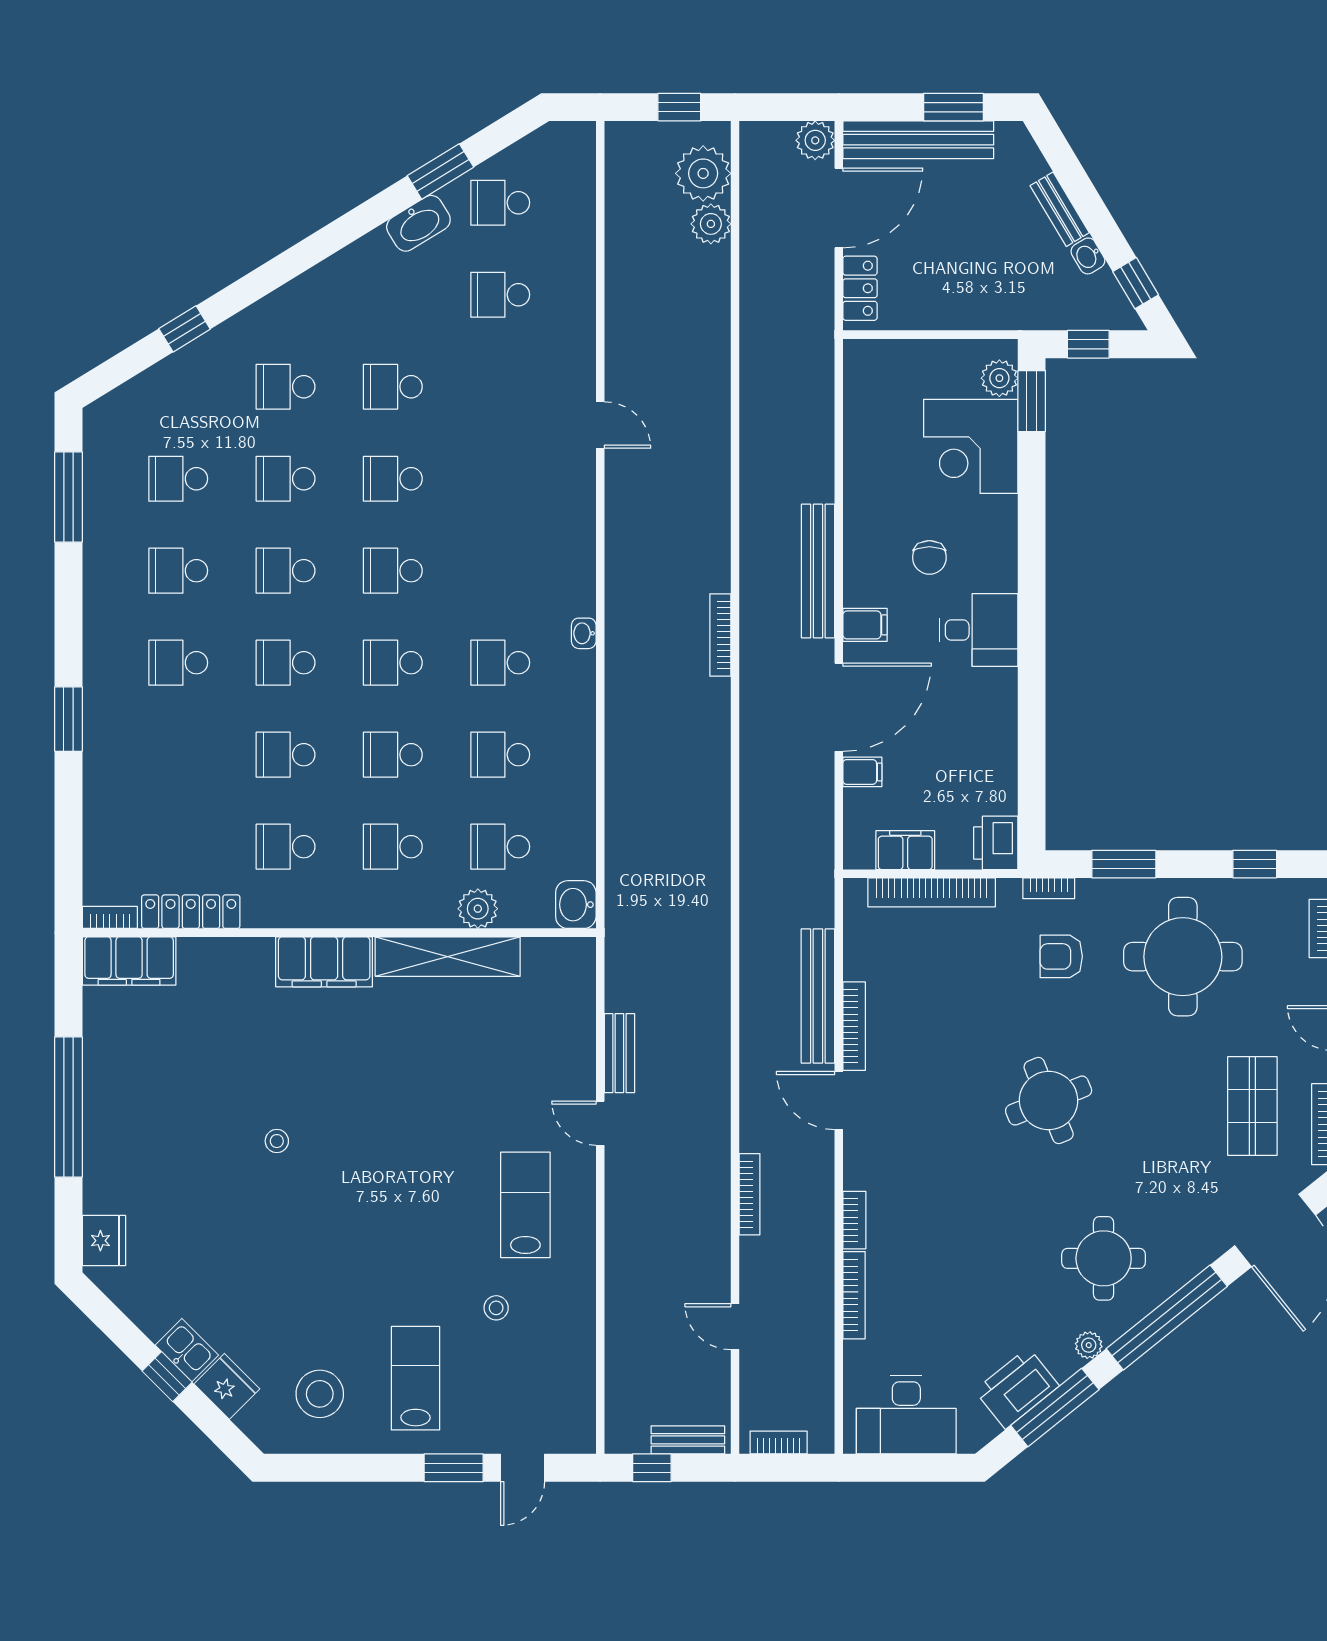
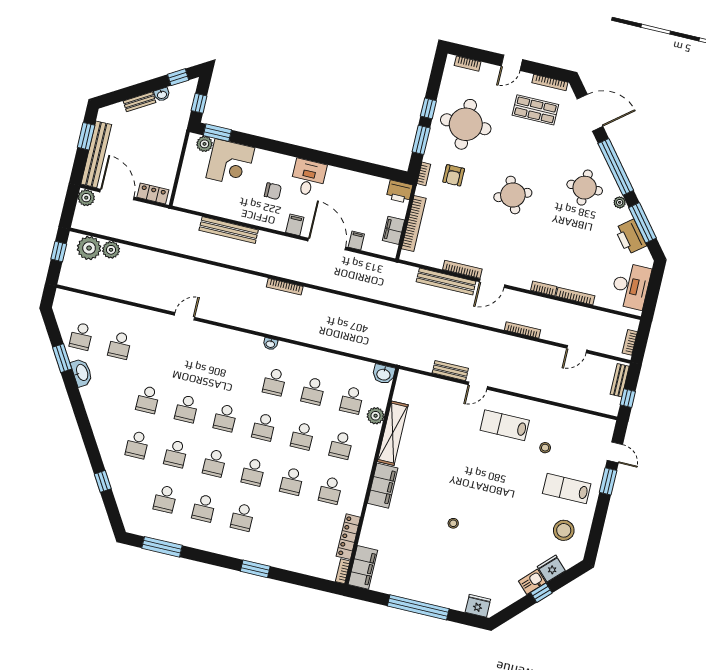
bench: (818, 571) -> (229, 230), moved
window: (1255, 864) -> (428, 108), moved

